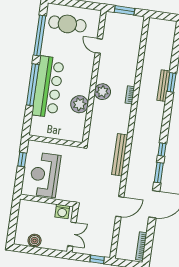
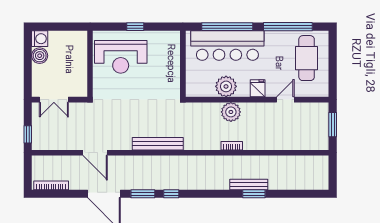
fridge: (86, 67) -> (258, 88), added
plant: (79, 104) -> (226, 86), moved
wall: (55, 141) -> (183, 64), moved
reception desk: (45, 175) -> (121, 57), turned 180
washing machine: (62, 212) -> (40, 39), moved, turned 180

